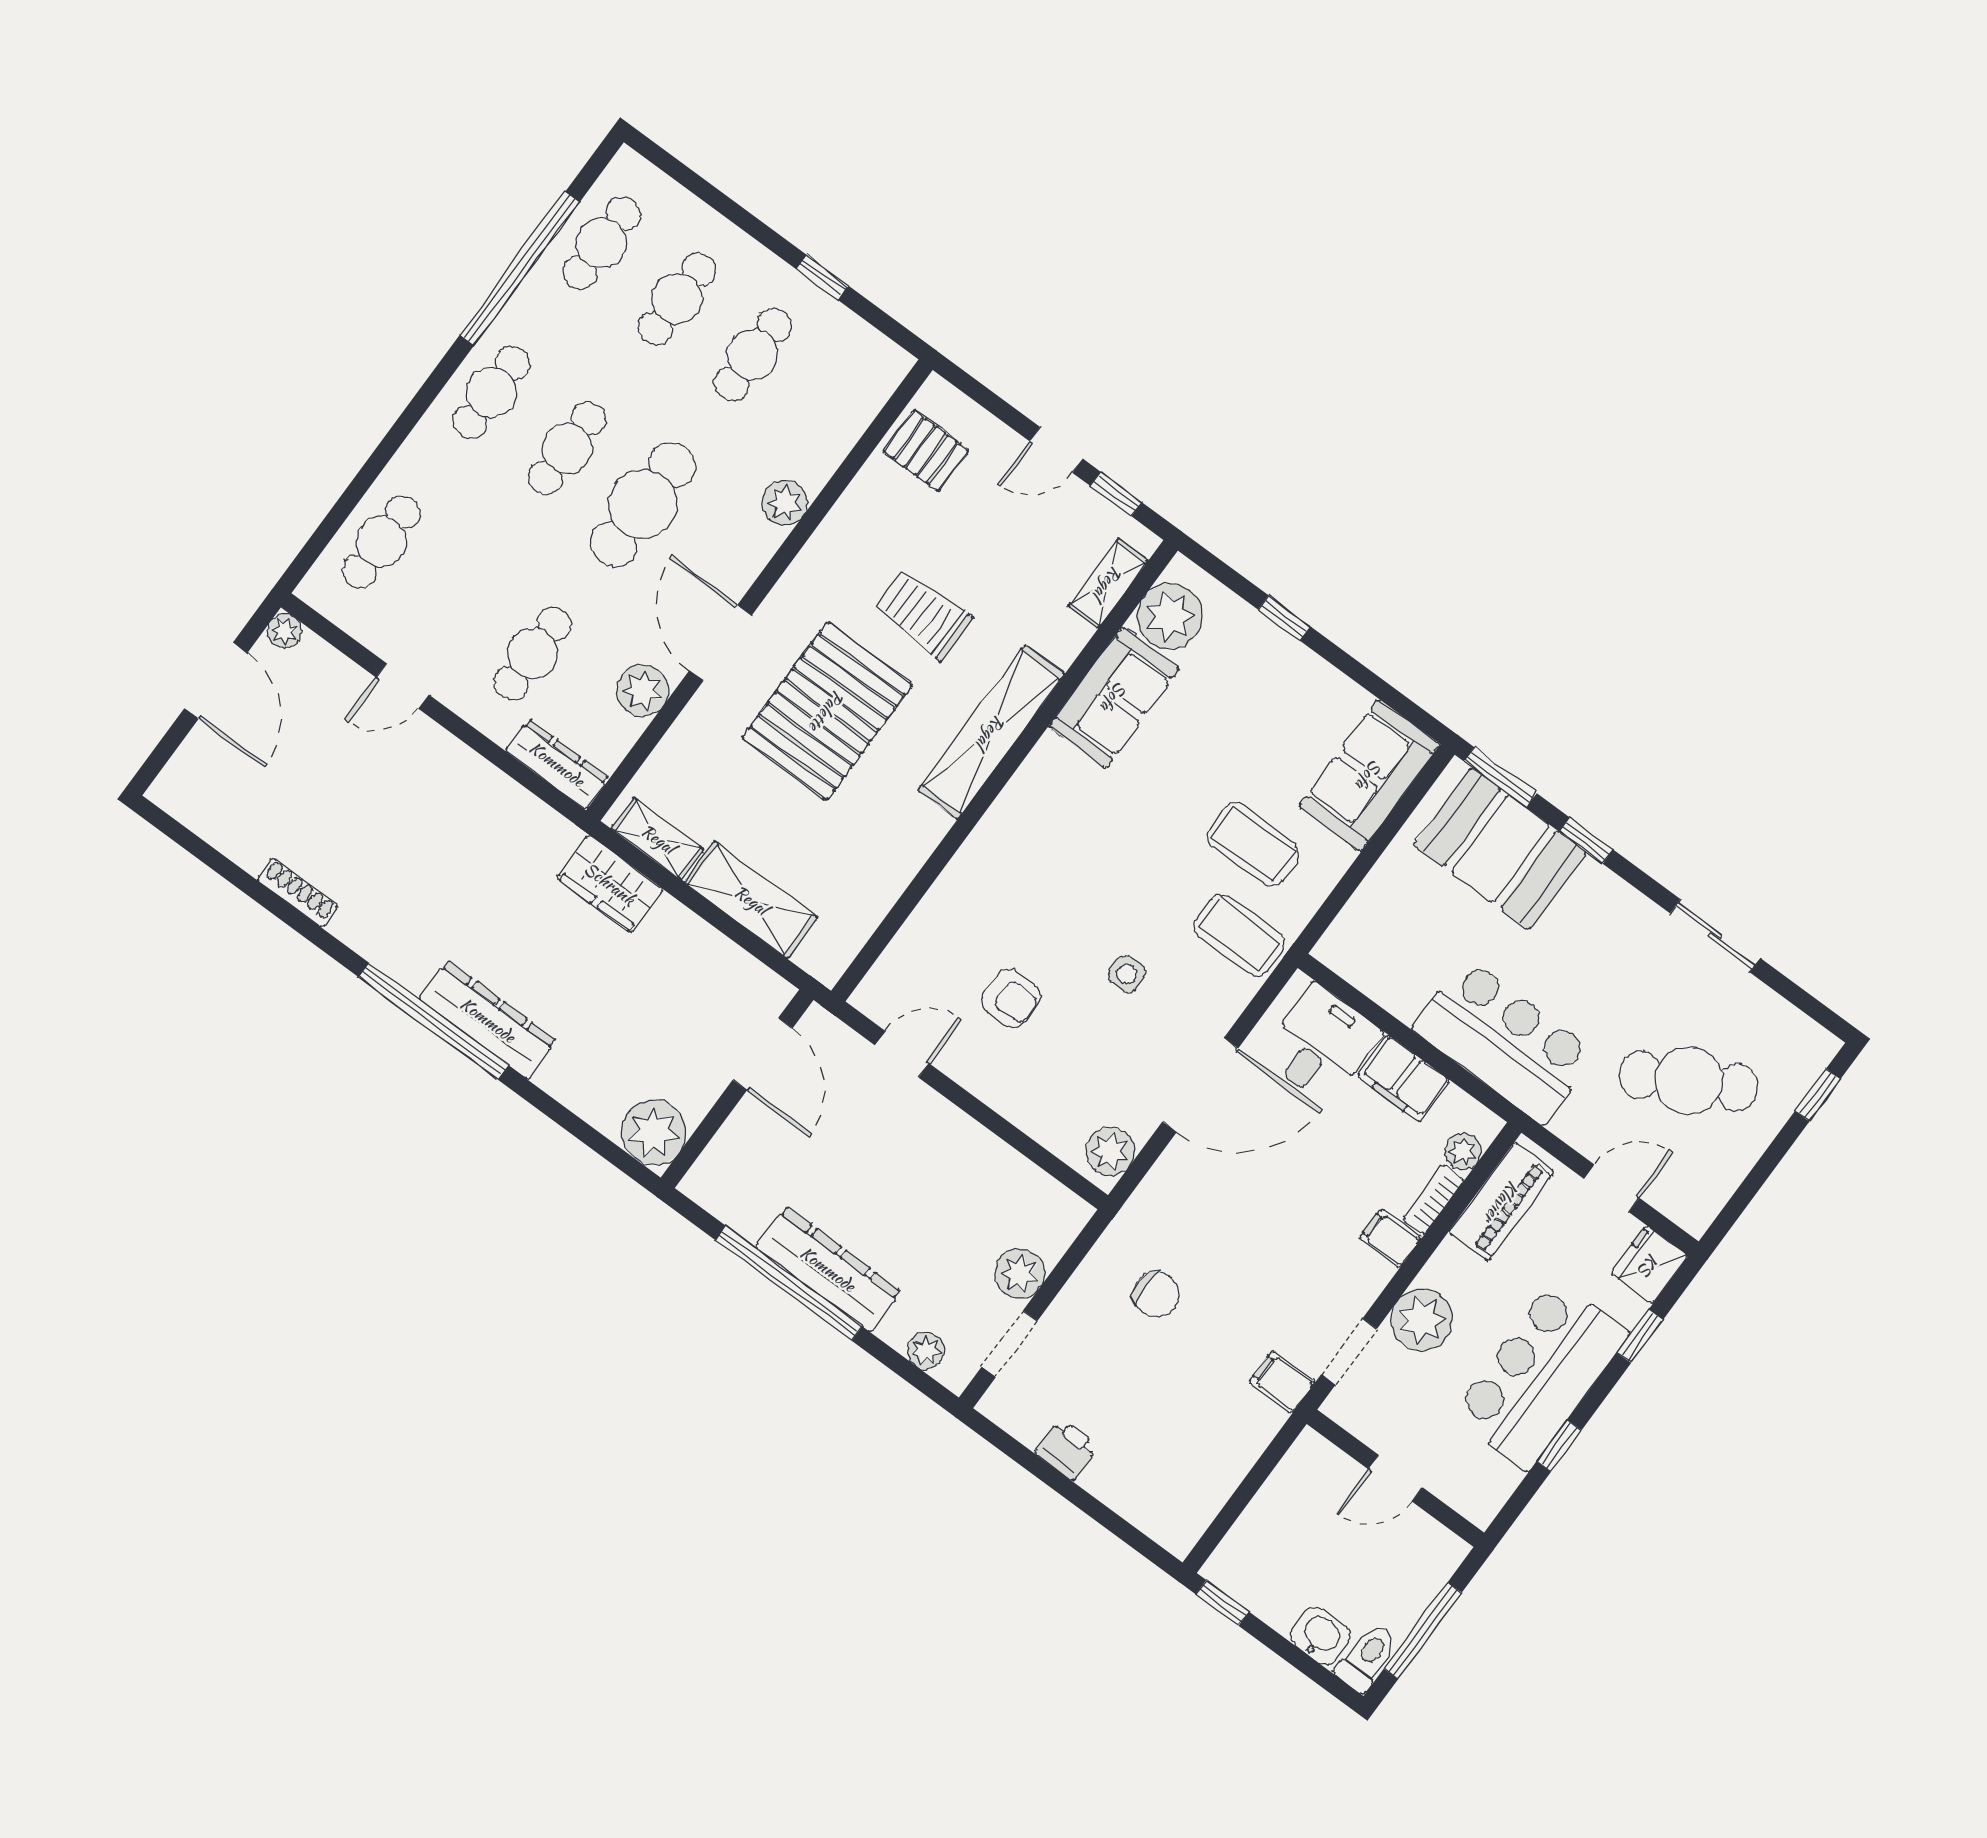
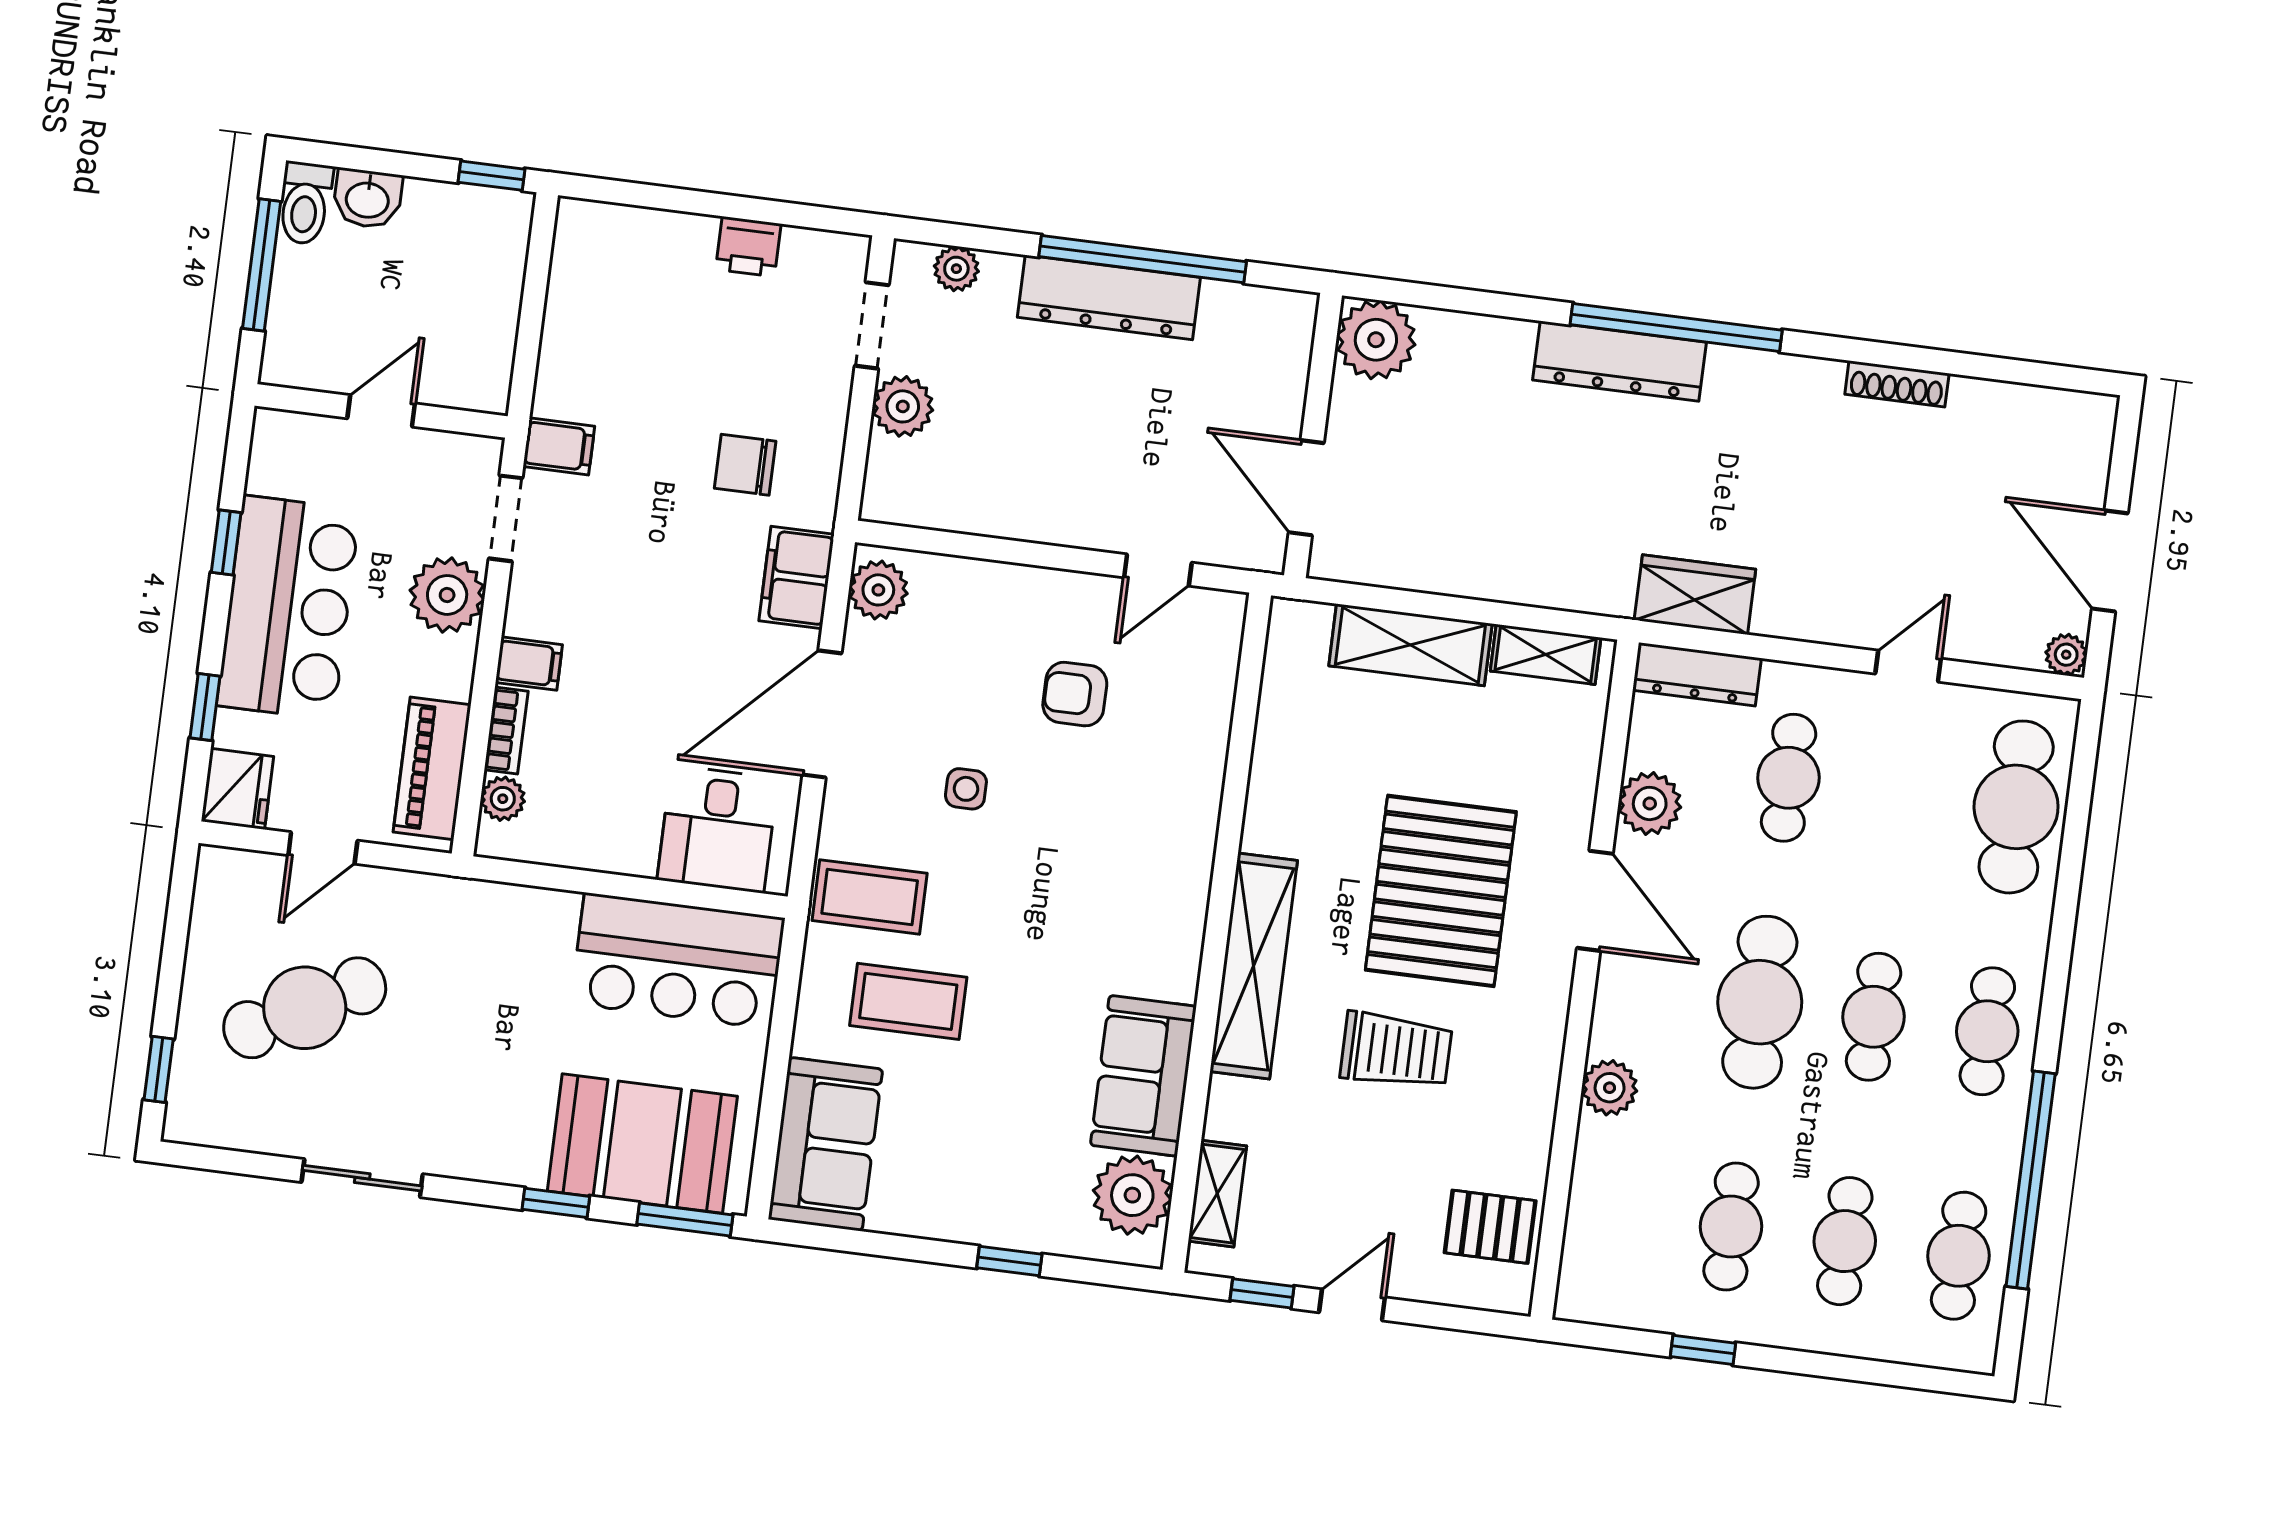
cafe table: (381, 542) -> (2016, 807), width x1.37, depth x1.35
wardrobe: (610, 884) -> (1695, 595), moved
bar counter: (1504, 1041) -> (678, 961), moved
filing cabinet: (1404, 1078) -> (797, 578), moved, turned -90

